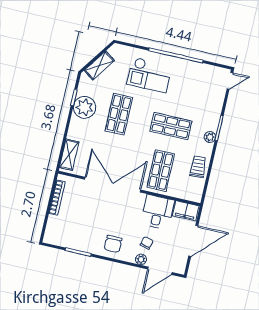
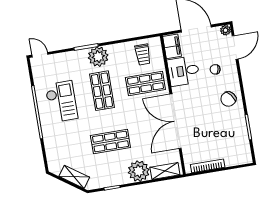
checkout: (149, 75) -> (61, 102), moved
plant: (84, 107) -> (139, 171), moved
plant: (210, 137) -> (98, 57), width x1.88, depth x1.88
trolley: (198, 167) -> (143, 55), moved, turned -87
chair: (113, 244) -> (228, 99), turned 142
plant: (141, 259) -> (226, 30), moved
door: (160, 271) -> (235, 47), hinge flipped

